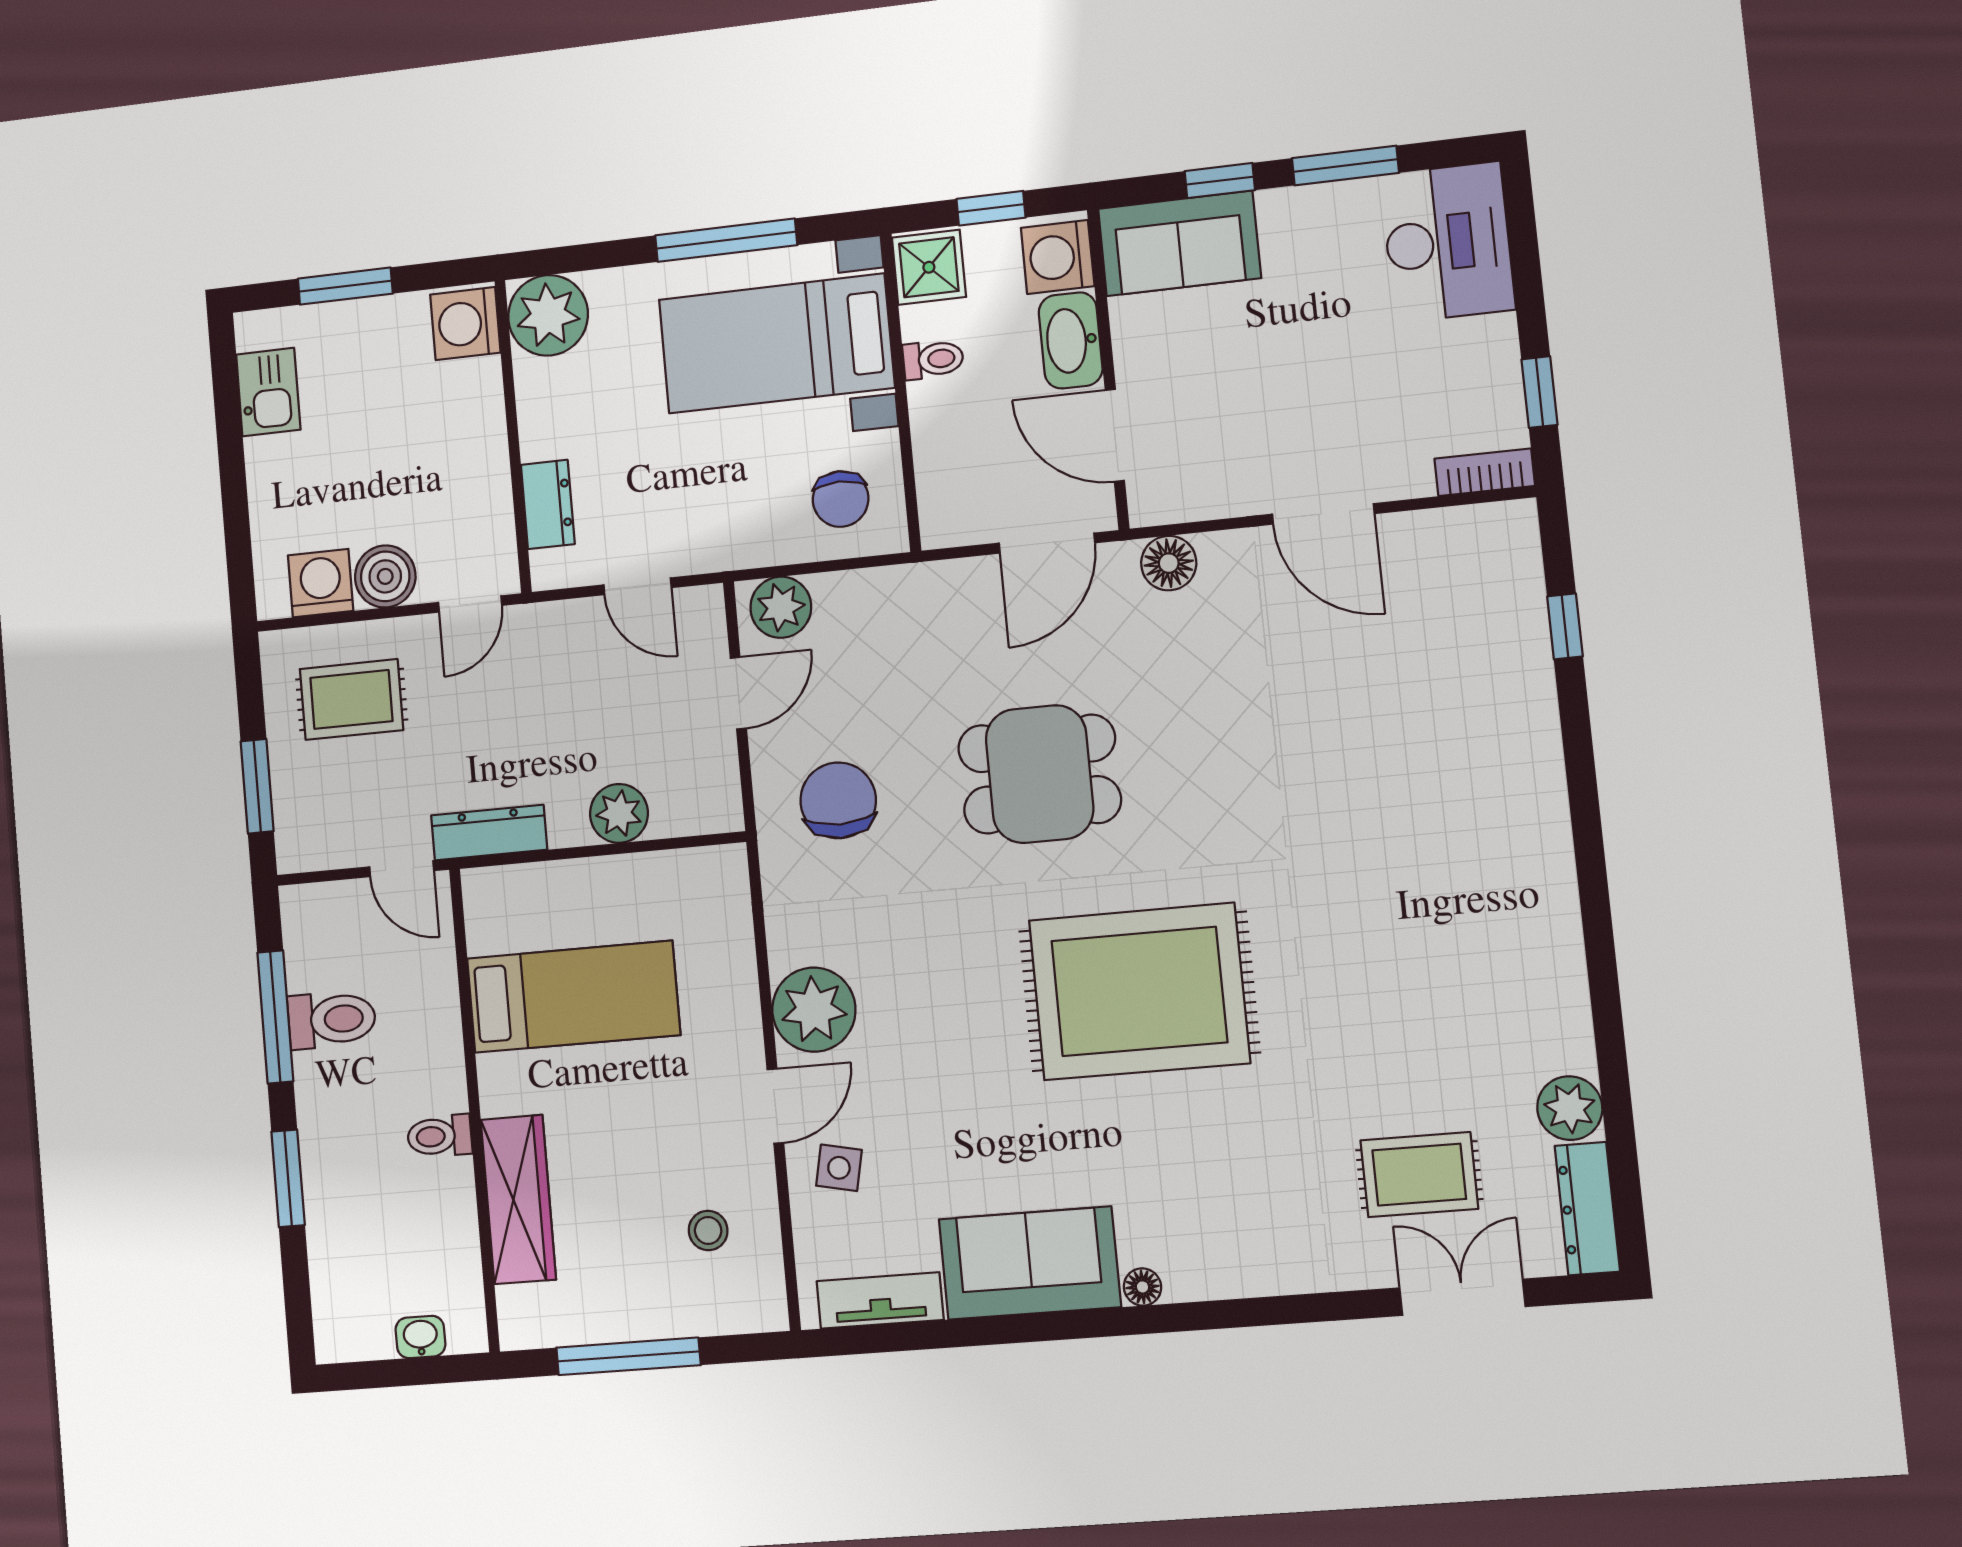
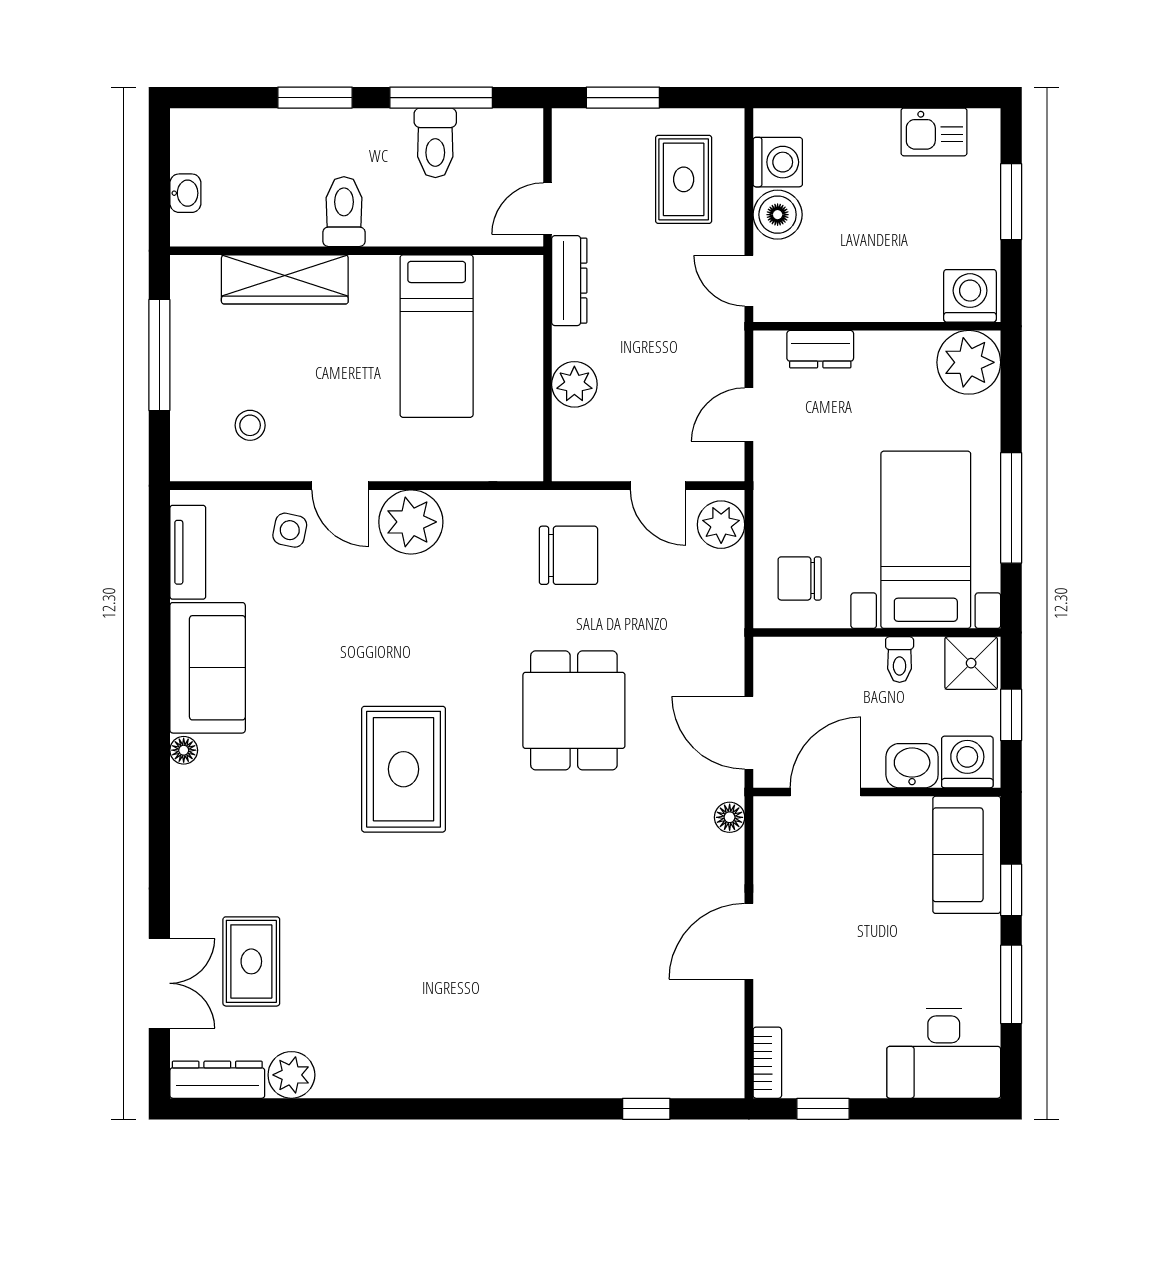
washbasin: (1071, 340) -> (912, 766), width x0.72
floor lamp: (1169, 563) -> (730, 817), width x0.73, depth x0.73
rug: (1139, 992) -> (404, 769), width x0.73, depth x0.69
toilet: (440, 1136) -> (344, 212), width x1.37, depth x1.39

